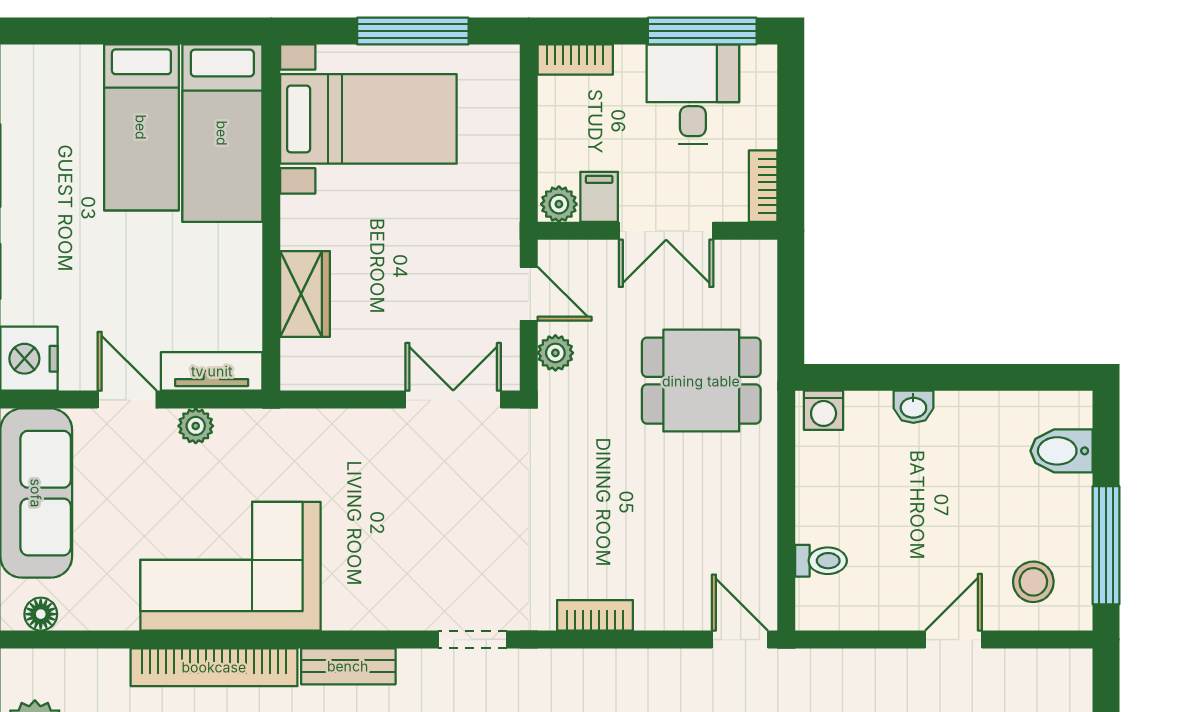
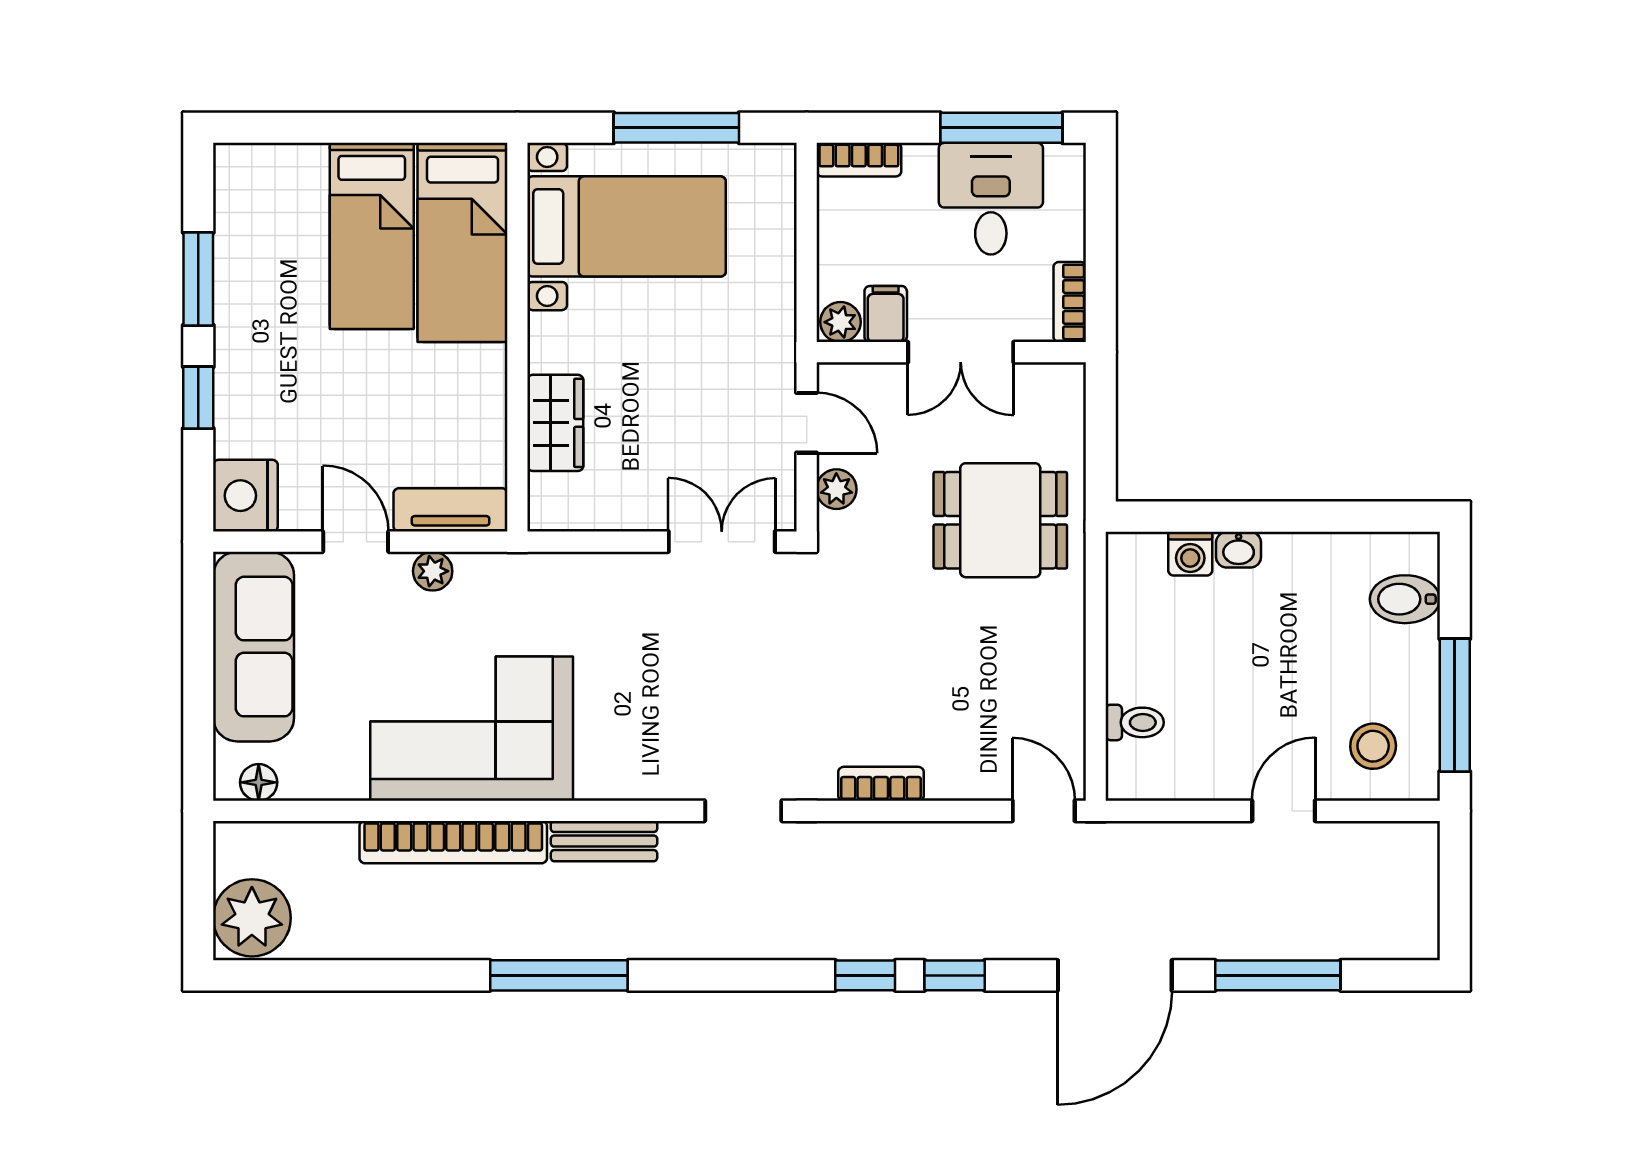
washing machine: (824, 410) -> (1190, 554), moved

